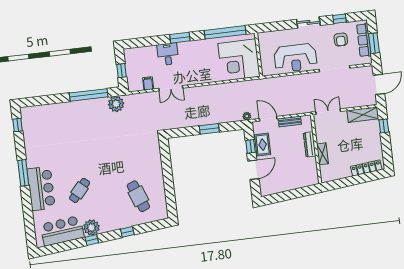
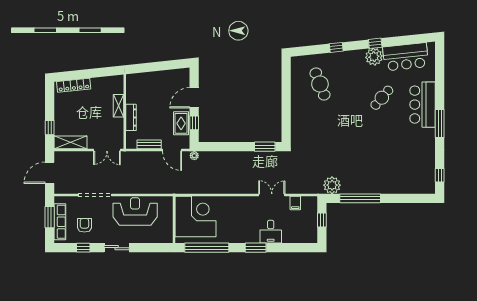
window: (209, 129) -> (265, 147), moved

